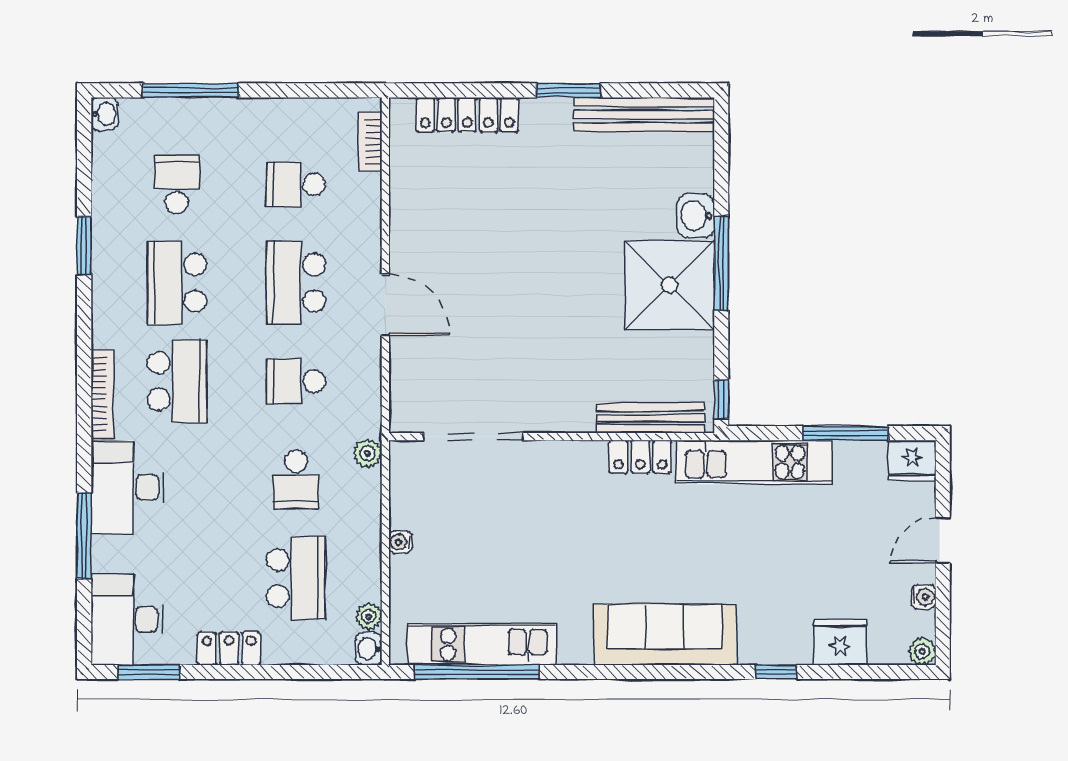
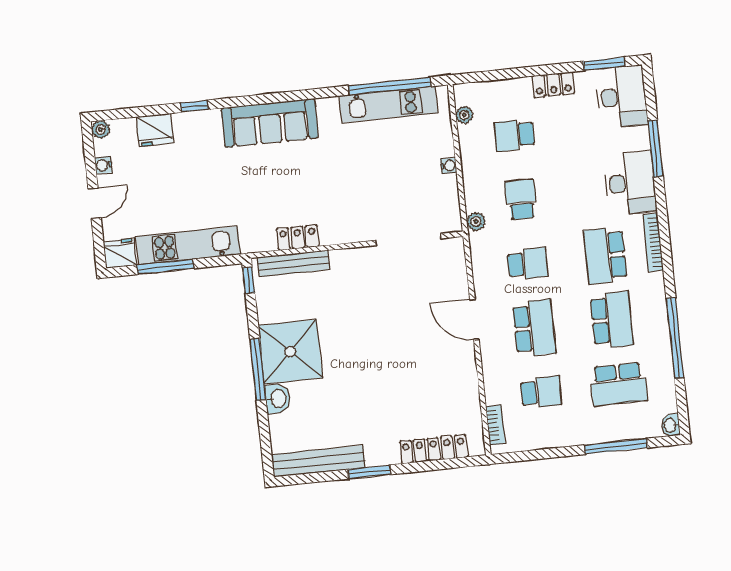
school desk: (177, 184) -> (619, 384), width x1.85
window: (84, 246) -> (675, 338), width x2.11
kitchen unit: (754, 462) -> (188, 245), moved
school desk: (296, 578) -> (514, 135), width x0.54
washbasin: (369, 649) -> (462, 94), removed

